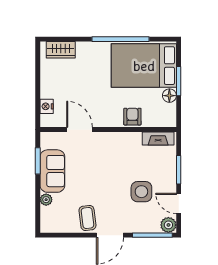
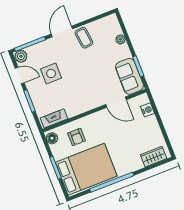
floor lamp: (169, 96) -> (52, 138), moved
armchair: (132, 117) -> (77, 137), moved
sofa: (52, 171) -> (129, 76), moved

